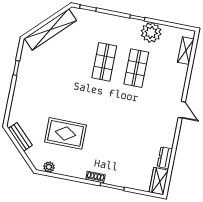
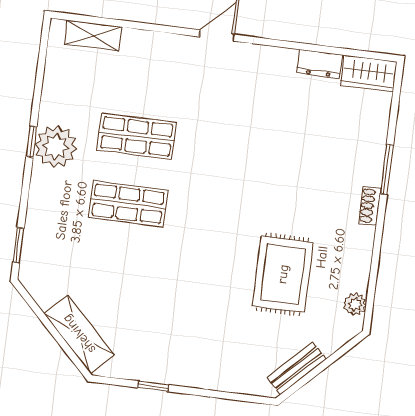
shelving: (51, 30) -> (79, 334), width x0.68
plant: (151, 32) -> (56, 147), moved

